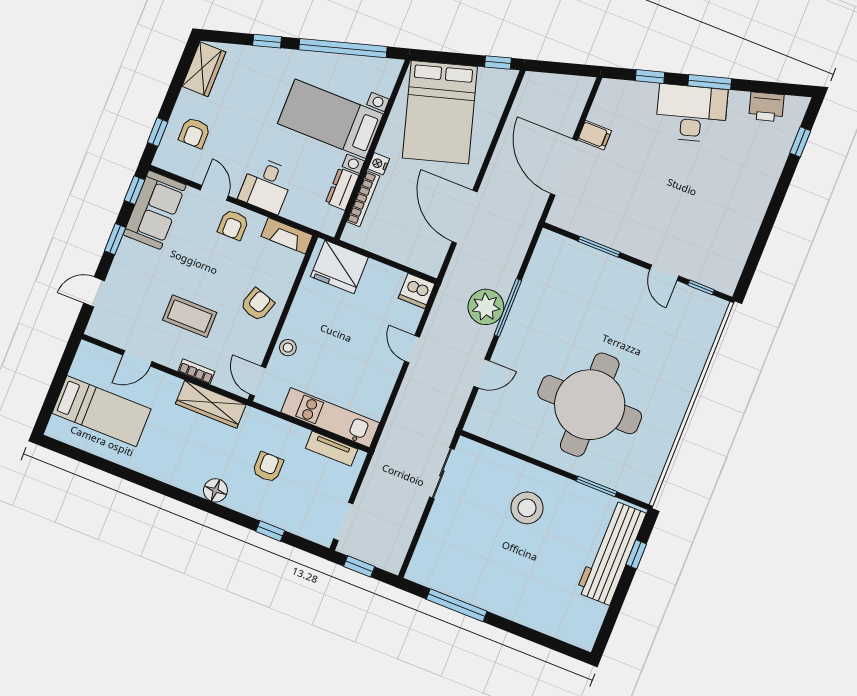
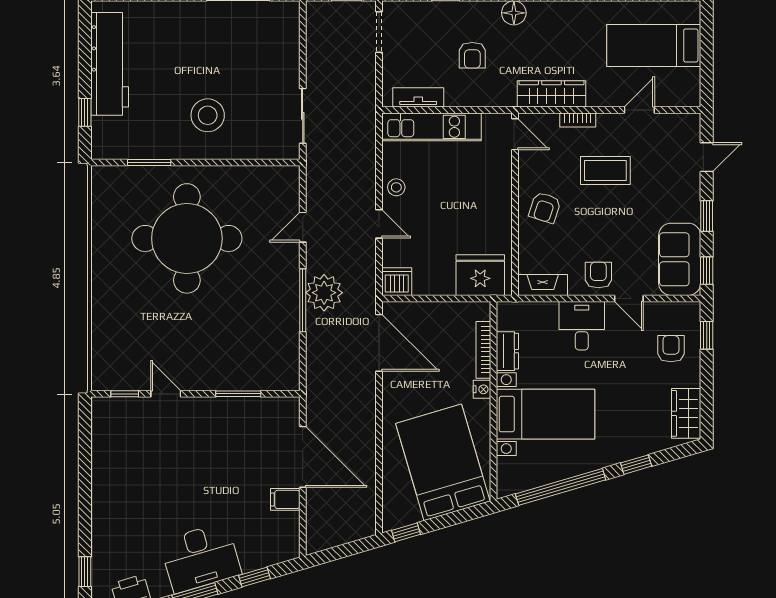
door: (465, 217) -> (379, 343), moved
stool: (288, 348) -> (396, 187), moved
workbench: (611, 553) -> (110, 64), moved

